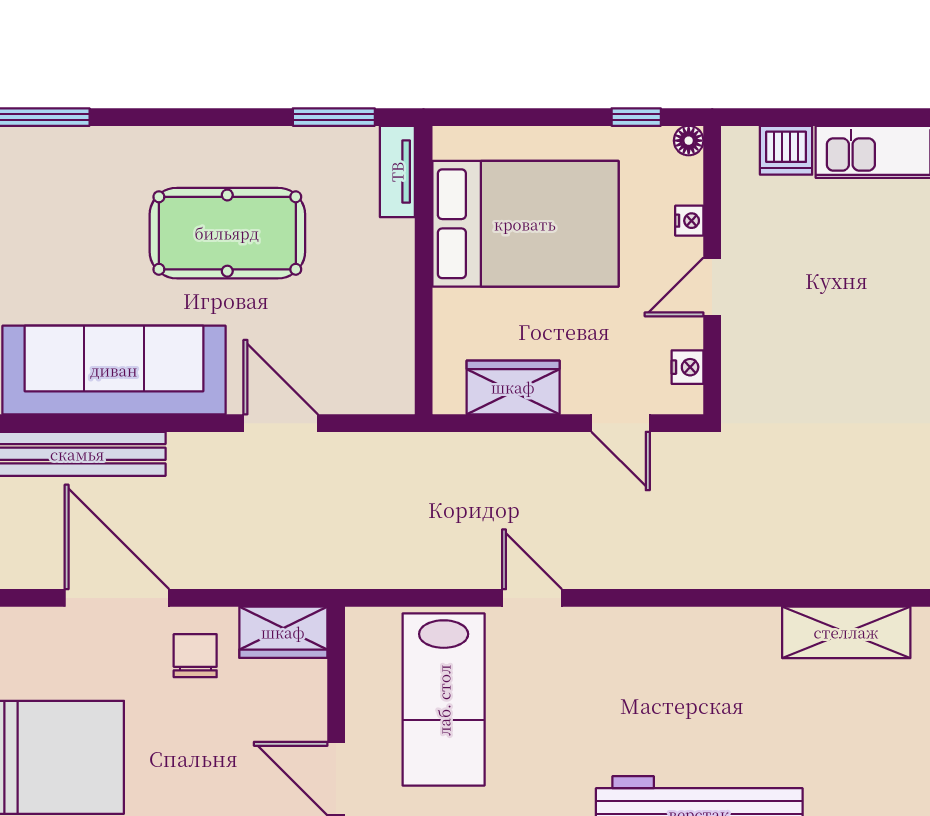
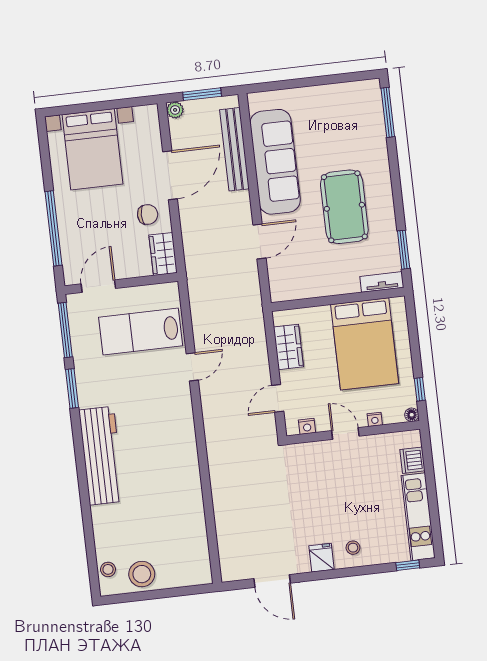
shelving: (846, 632) -> (193, 514), removed

